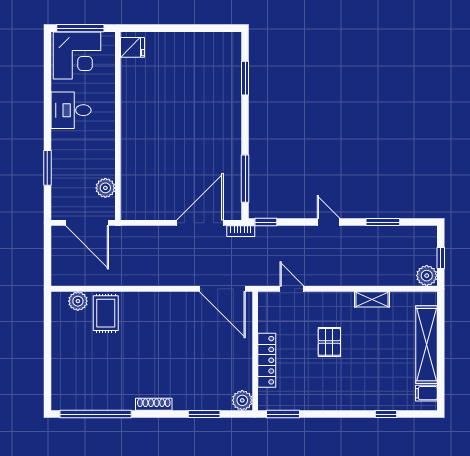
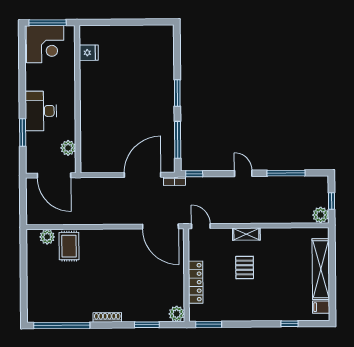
fridge: (133, 47) -> (89, 53), moved
window: (245, 78) -> (177, 93), moved
desk: (71, 110) -> (41, 111), moved, width x1.37
window: (383, 222) -> (286, 173), width x1.44
door: (292, 289) -> (201, 226), moved
shelving: (372, 299) -> (246, 234), moved

